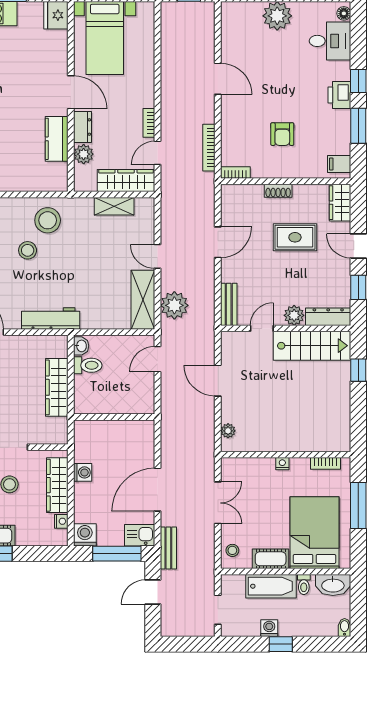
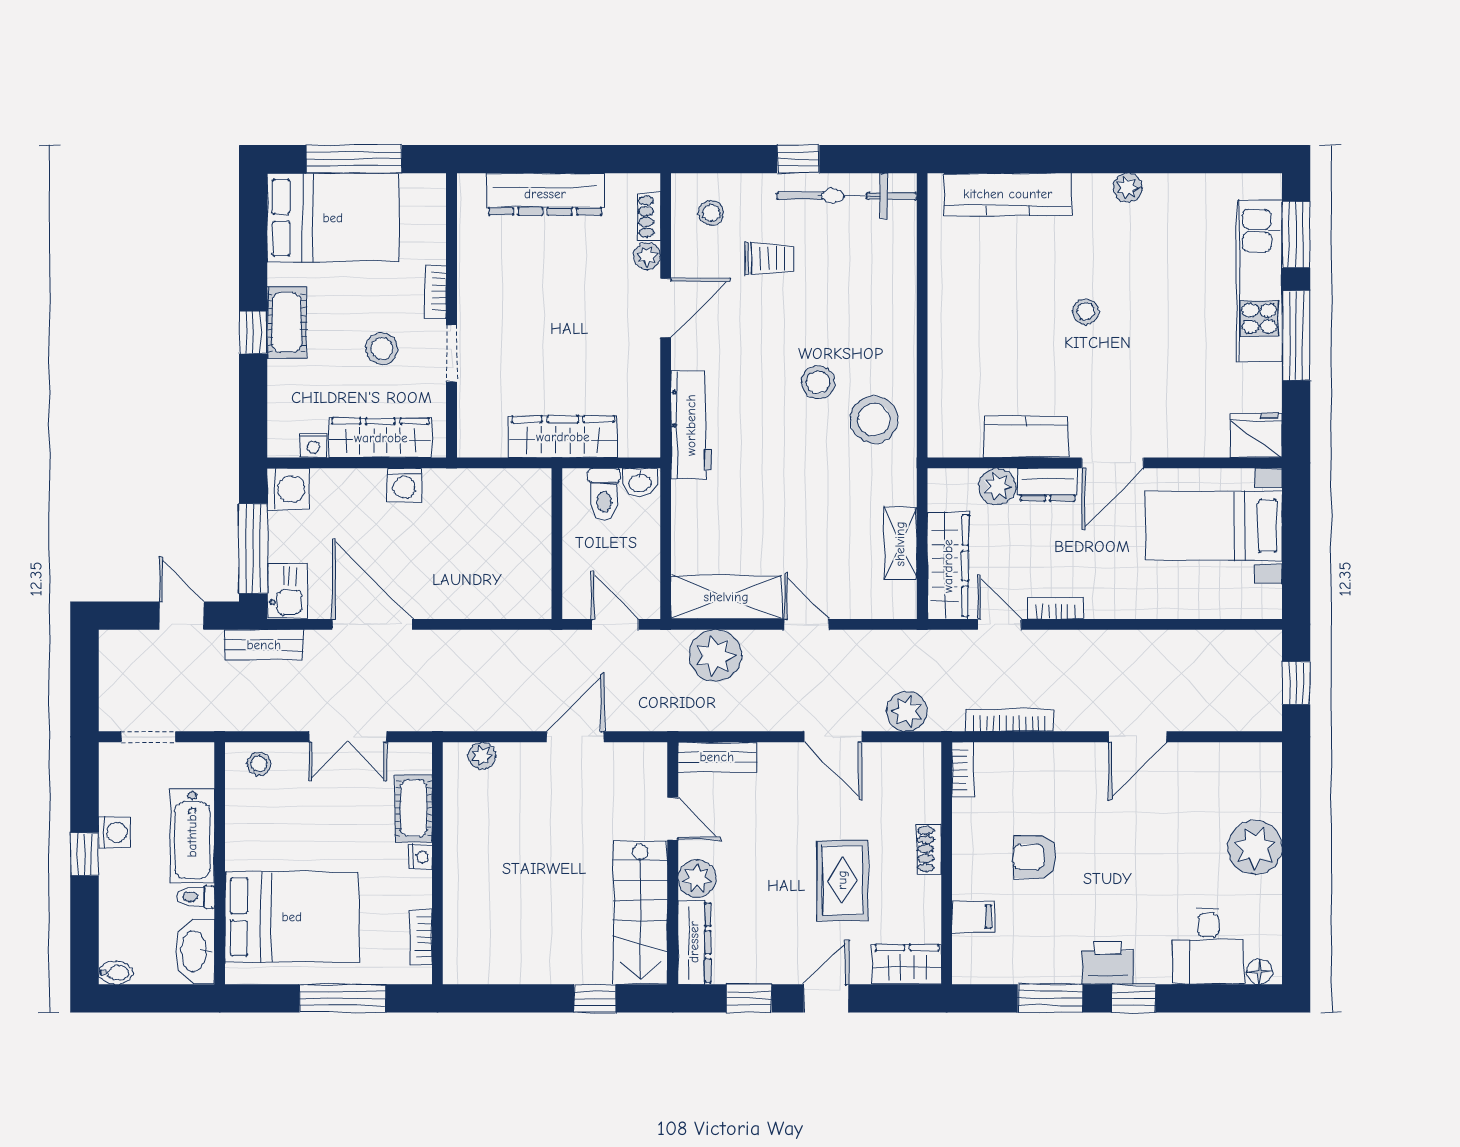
filing cabinet: (339, 164) -> (973, 916), moved, turned 90
plant: (204, 203) -> (907, 711), added
door: (158, 256) -> (807, 624), hinge flipped
wall: (114, 417) -> (557, 544), moved
cot: (271, 559) -> (414, 808), moved

